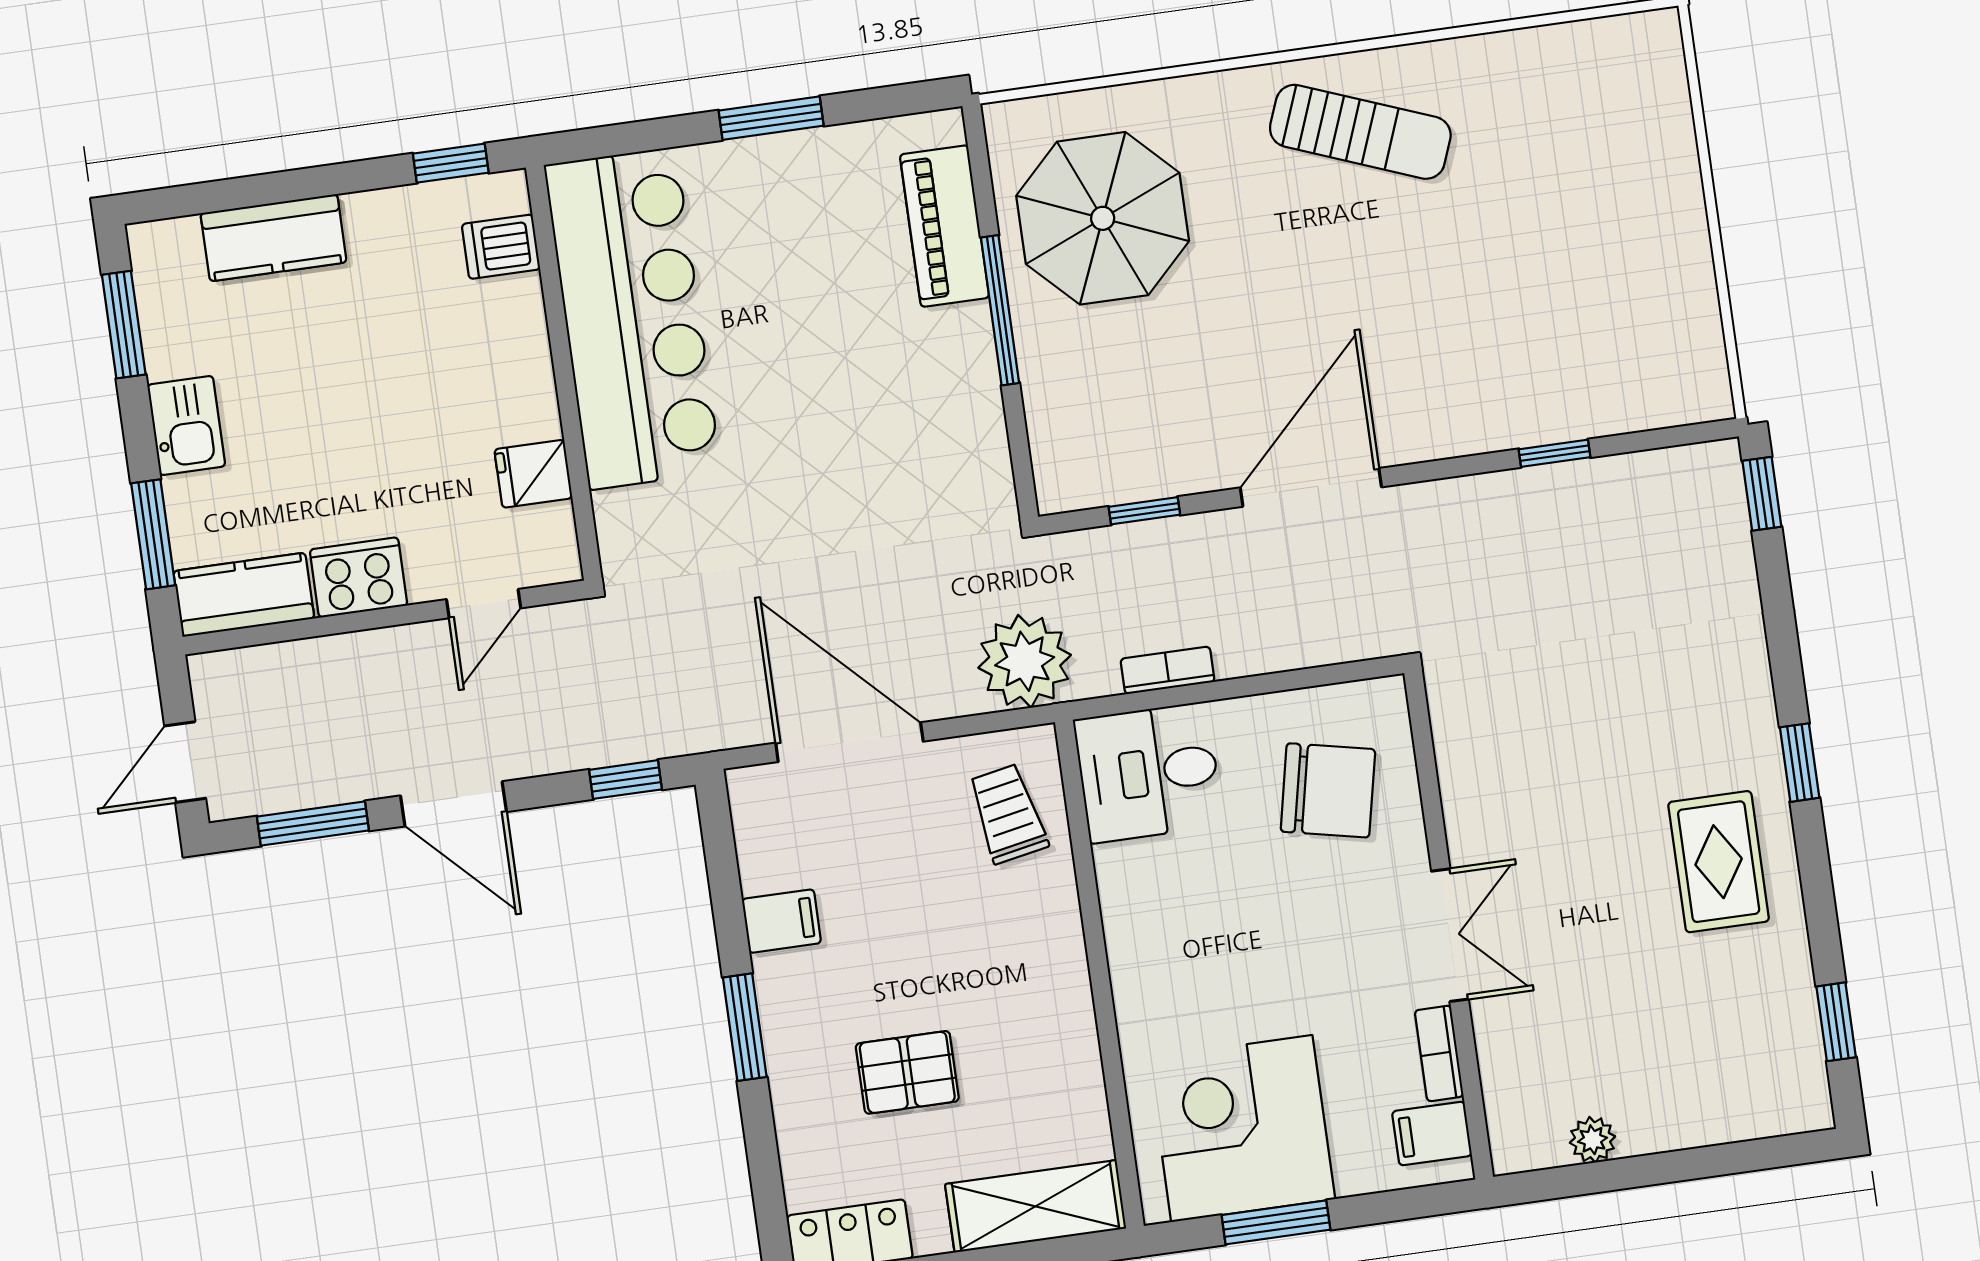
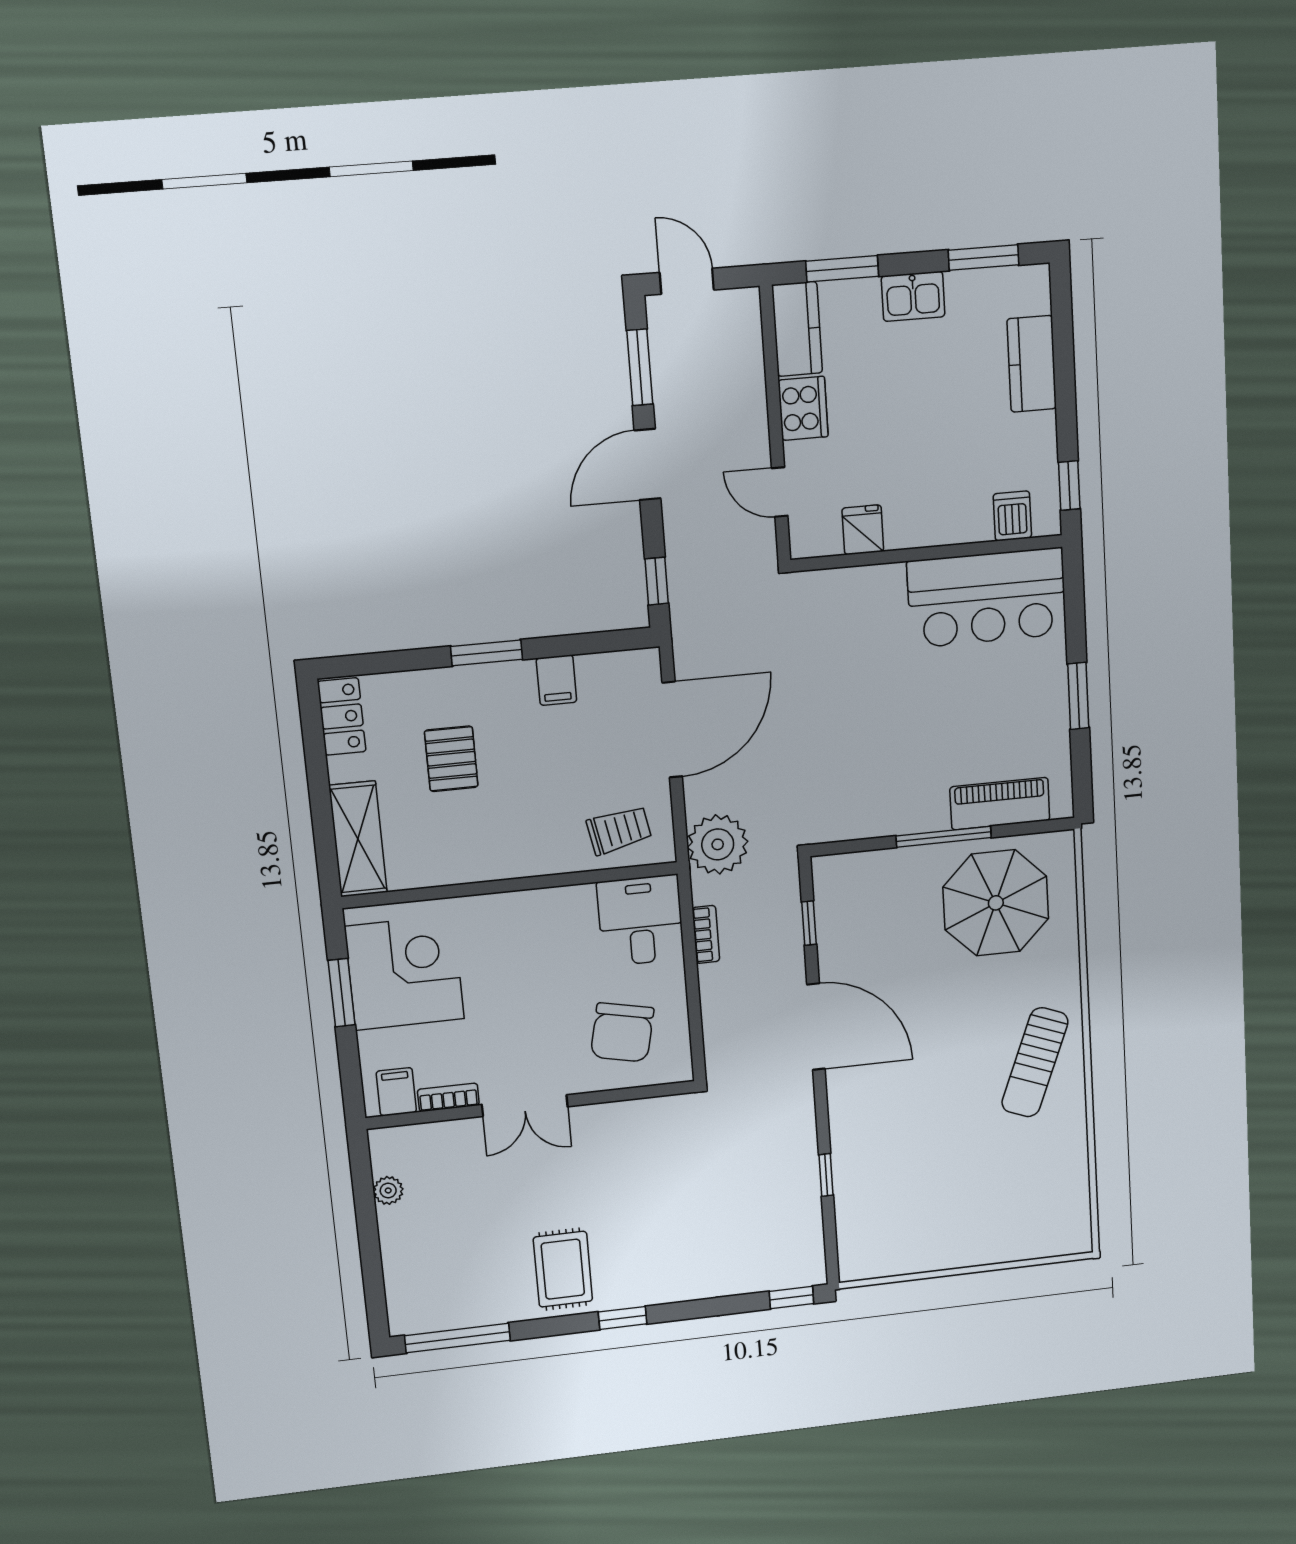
bar counter: (633, 318) -> (987, 598), width x0.73
rug: (1719, 862) -> (563, 1269), turned 90
window: (1836, 1022) -> (457, 1338), width x2.17

